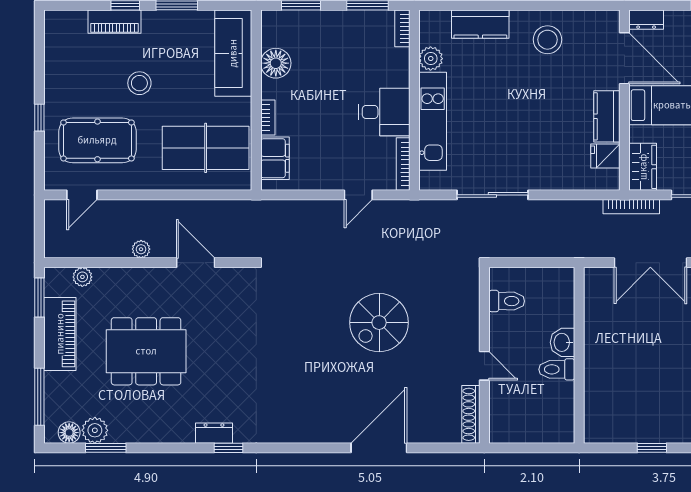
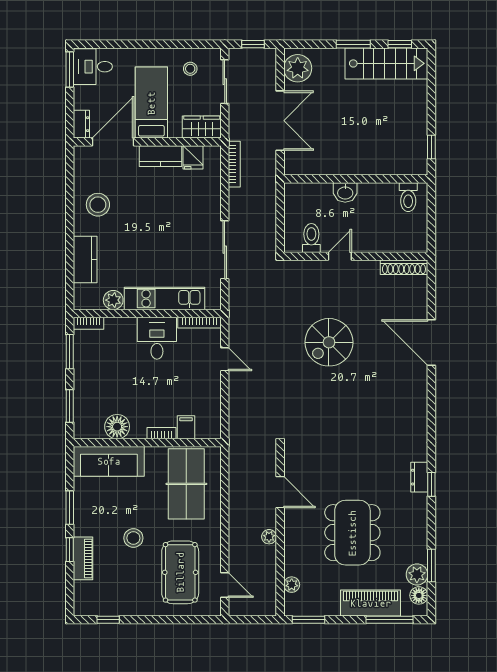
window: (39, 118) -> (108, 620), moved
filing cabinet: (275, 158) -> (186, 427), width x0.50
bookcase: (631, 207) -> (234, 164), moved
door: (196, 263) -> (280, 492), swing flipped
spiral stairs: (379, 323) -> (329, 342), turned 90
piano: (60, 334) -> (371, 603), moved
door: (484, 366) -> (340, 256), moved
toilet: (557, 369) -> (408, 197), moved
window: (228, 448) -> (431, 484), moved
window: (652, 448) -> (431, 147), moved

